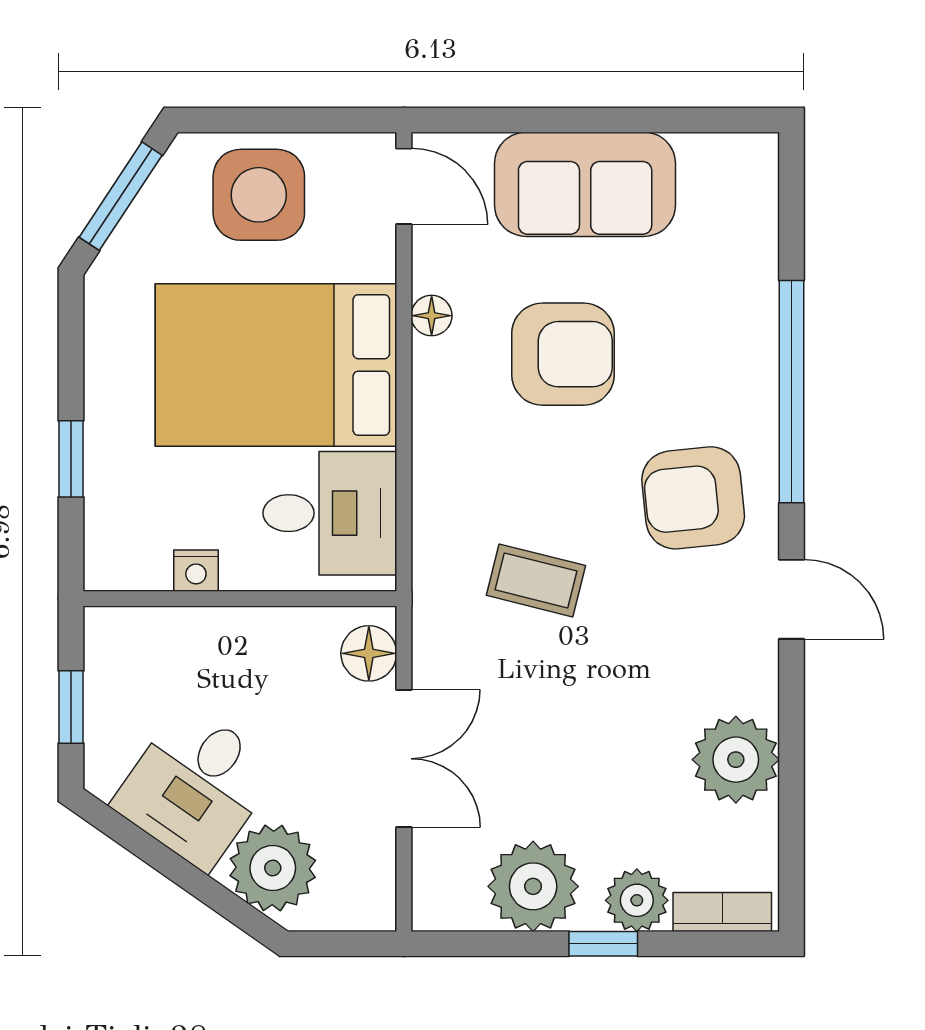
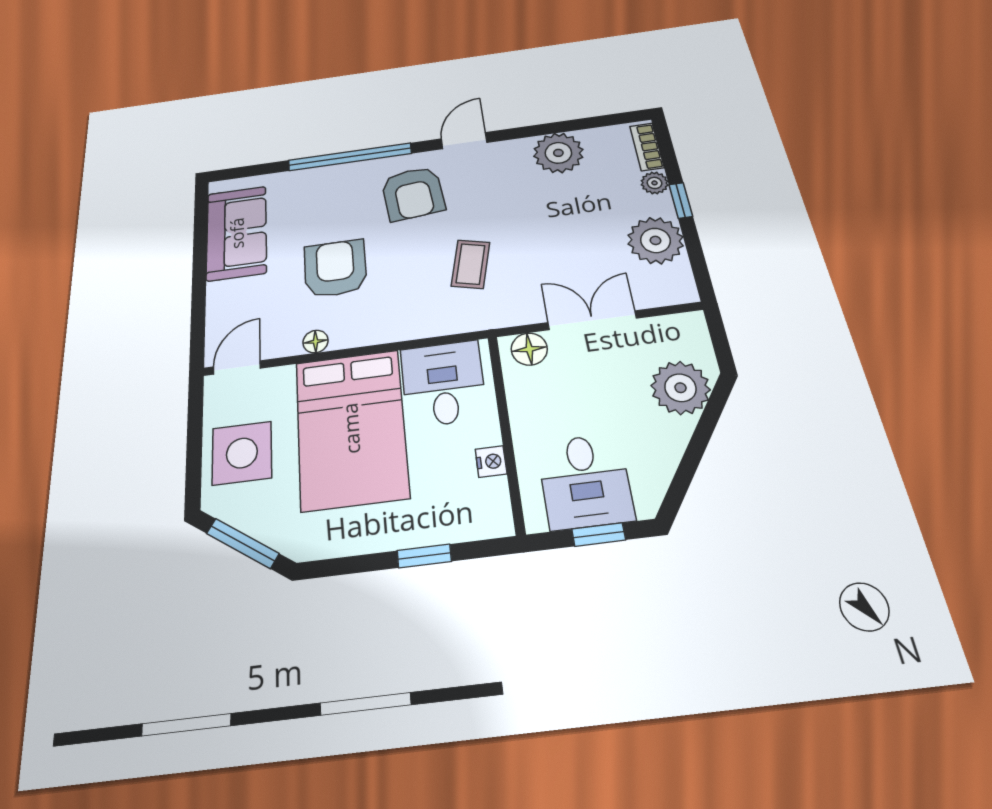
sofa: (585, 184) -> (237, 233), moved
desk: (196, 787) -> (585, 481), moved, turned 55
plant: (637, 900) -> (655, 183), width x0.73, depth x0.73

